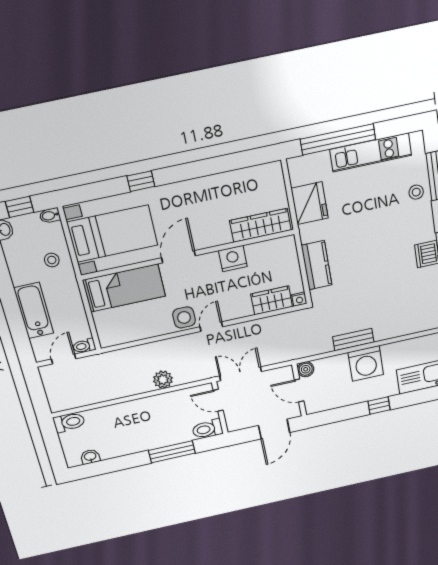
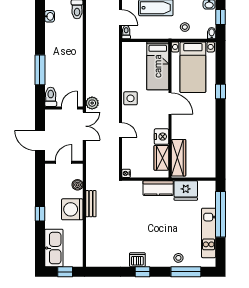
kitchen counter: (317, 265) -> (158, 188), moved
wardrobe: (272, 300) -> (161, 158), moved, turned 180
door: (211, 327) -> (121, 130), moved
boiler: (306, 369) -> (78, 185), moved
plant: (163, 380) -> (92, 103), moved

